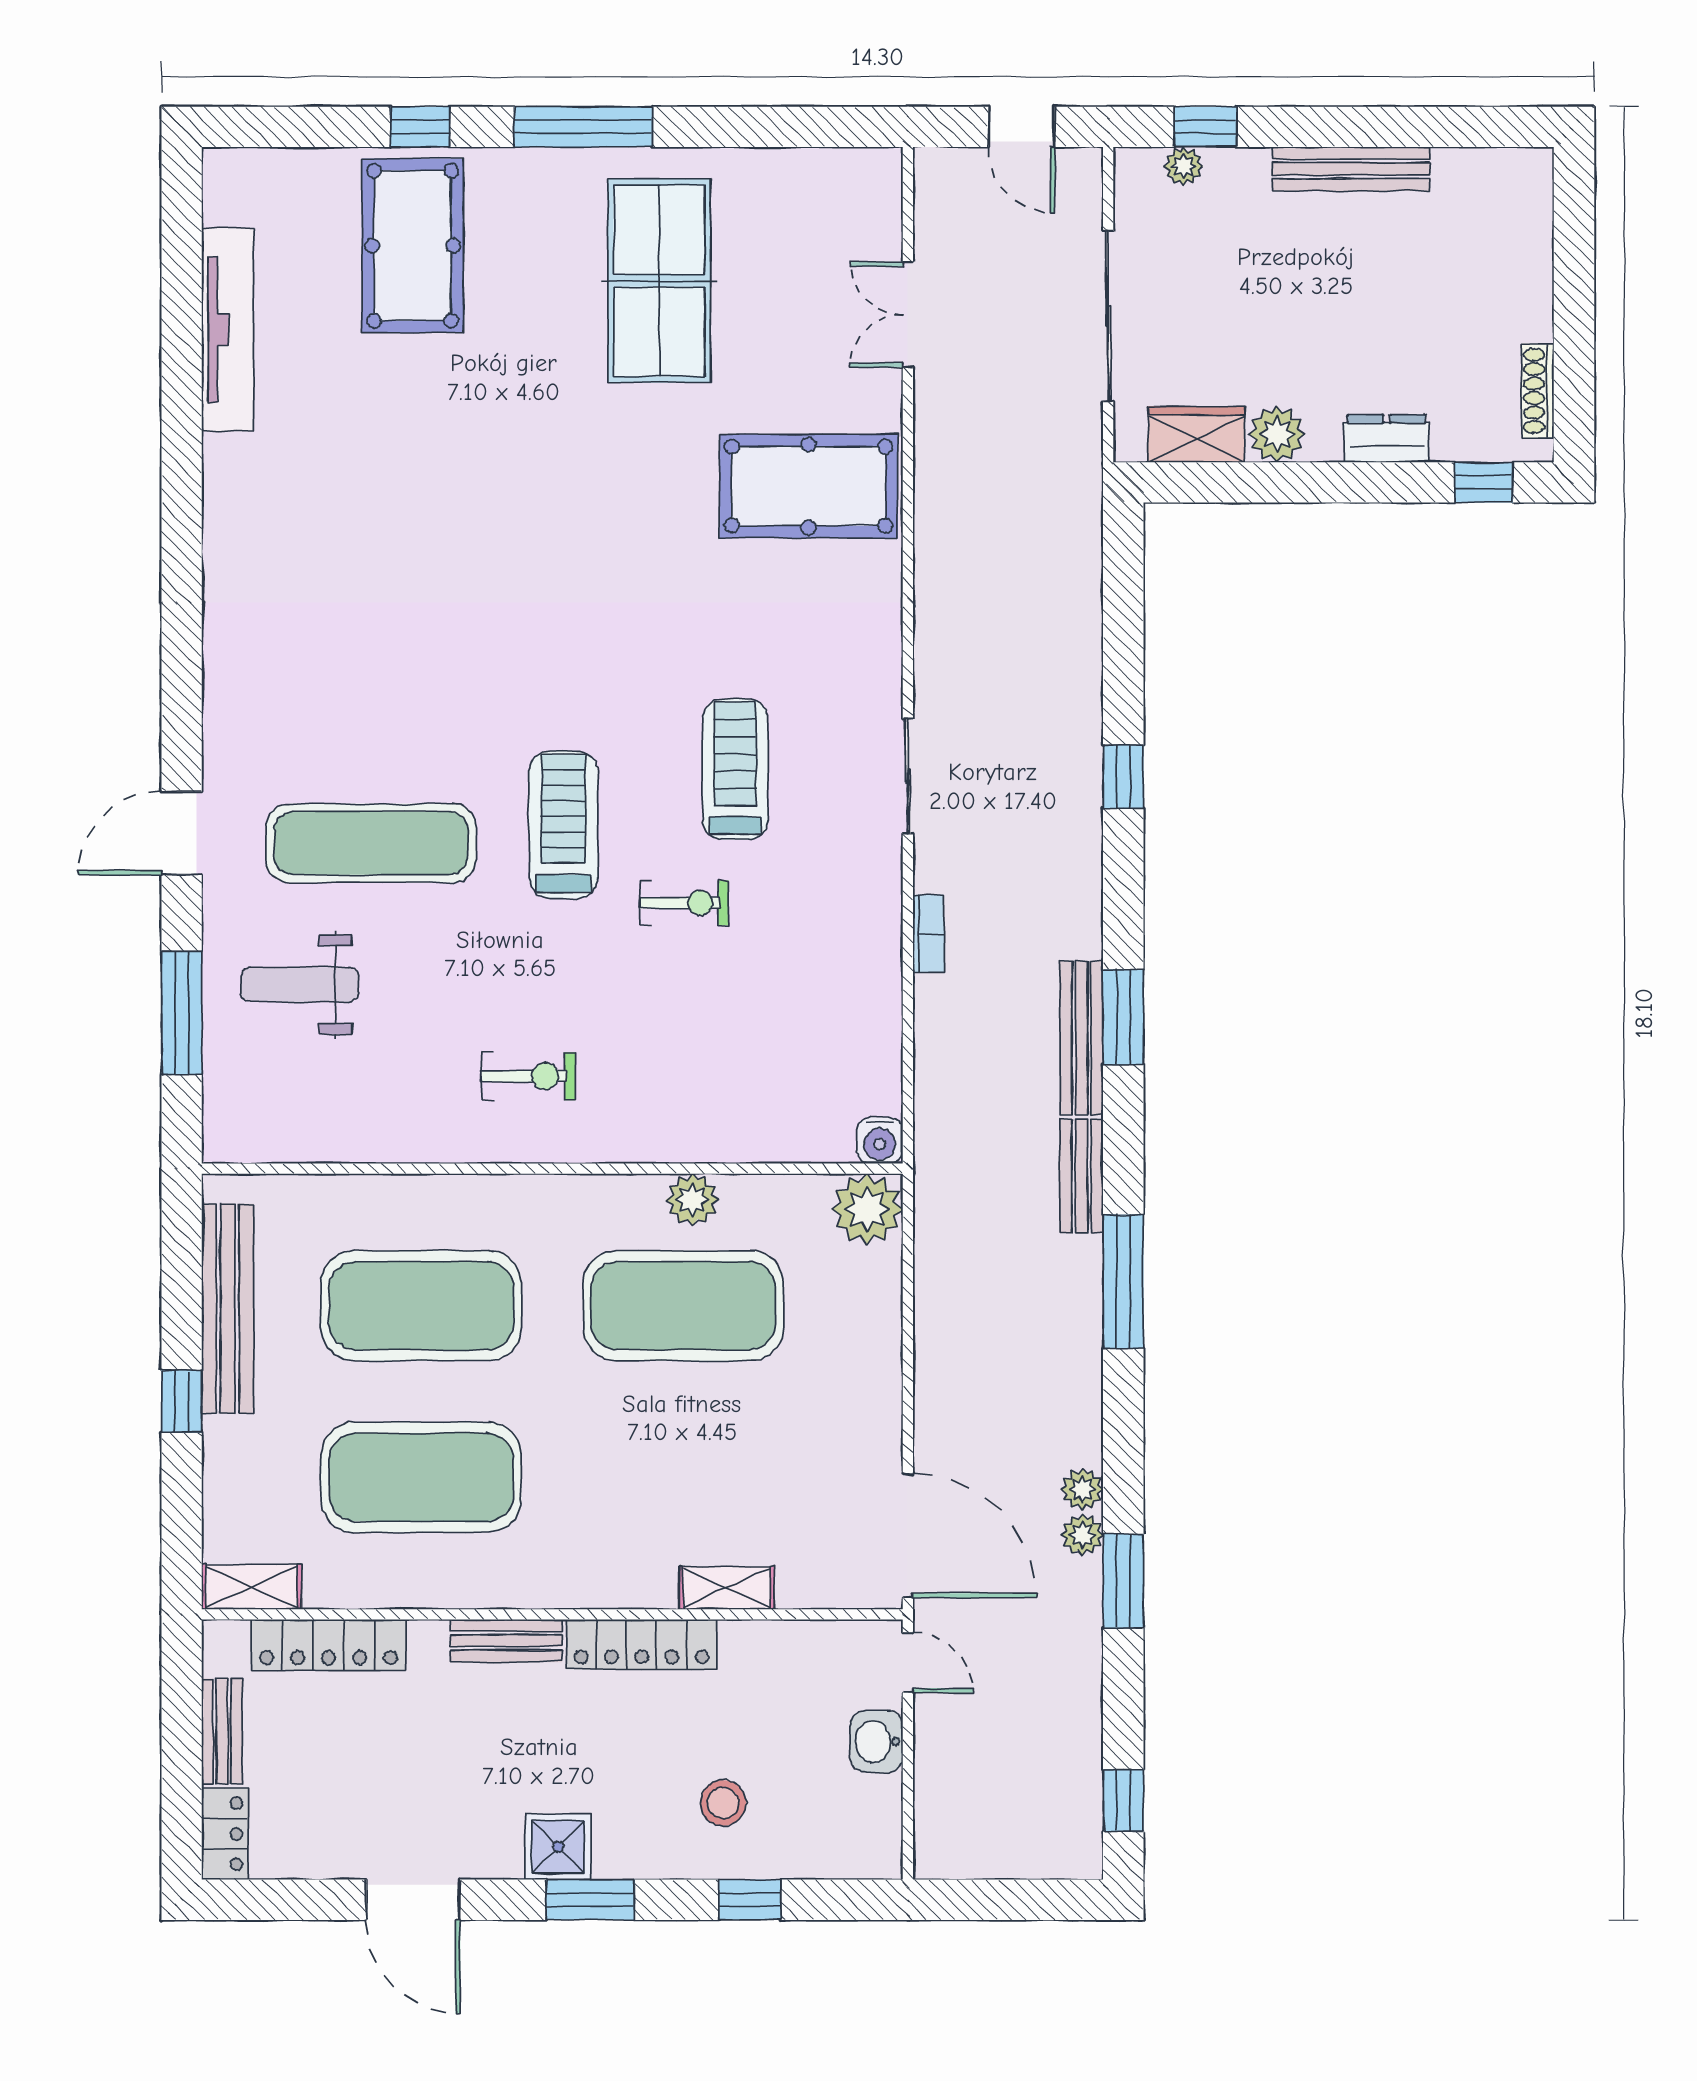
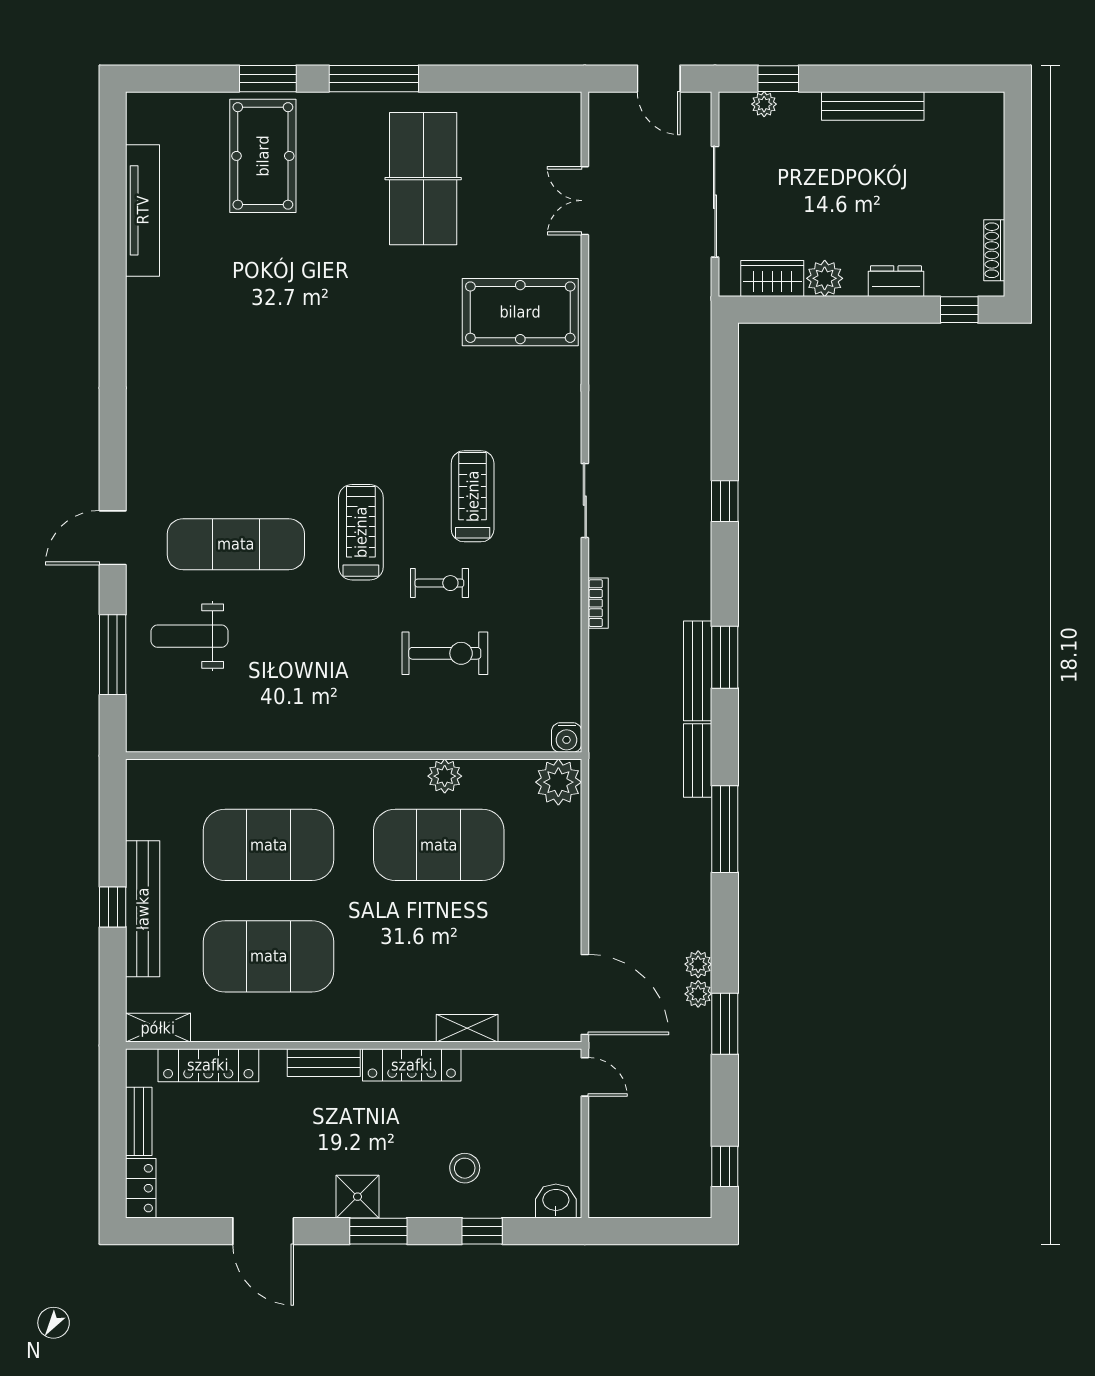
window: (420, 127) -> (268, 79), width x1.50
exercise bike: (528, 1076) -> (445, 653), moved, width x1.38, depth x1.39
bench: (228, 1309) -> (143, 909), moved
washbasin: (877, 1742) -> (556, 1201), moved, turned 90

